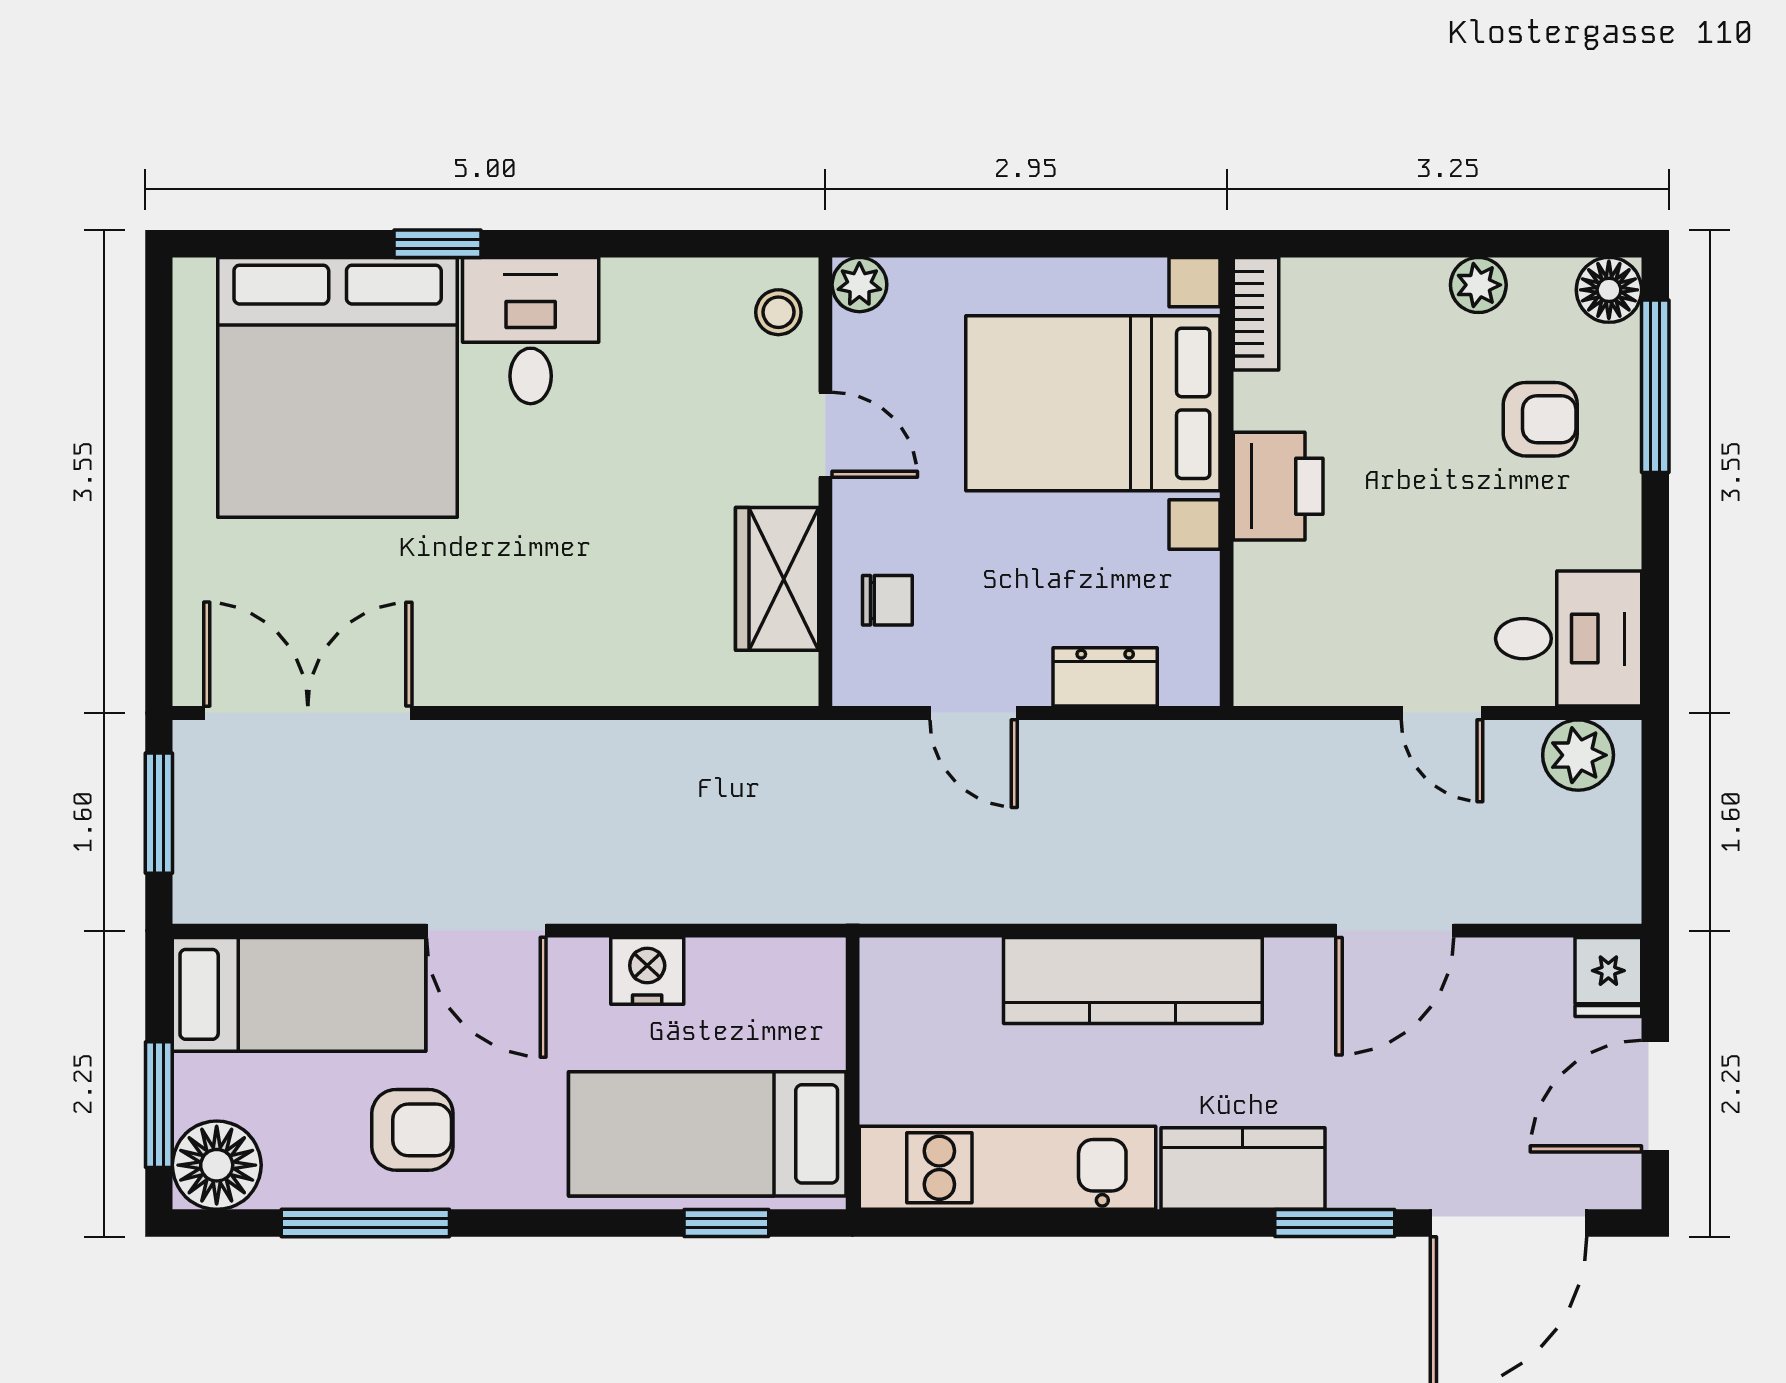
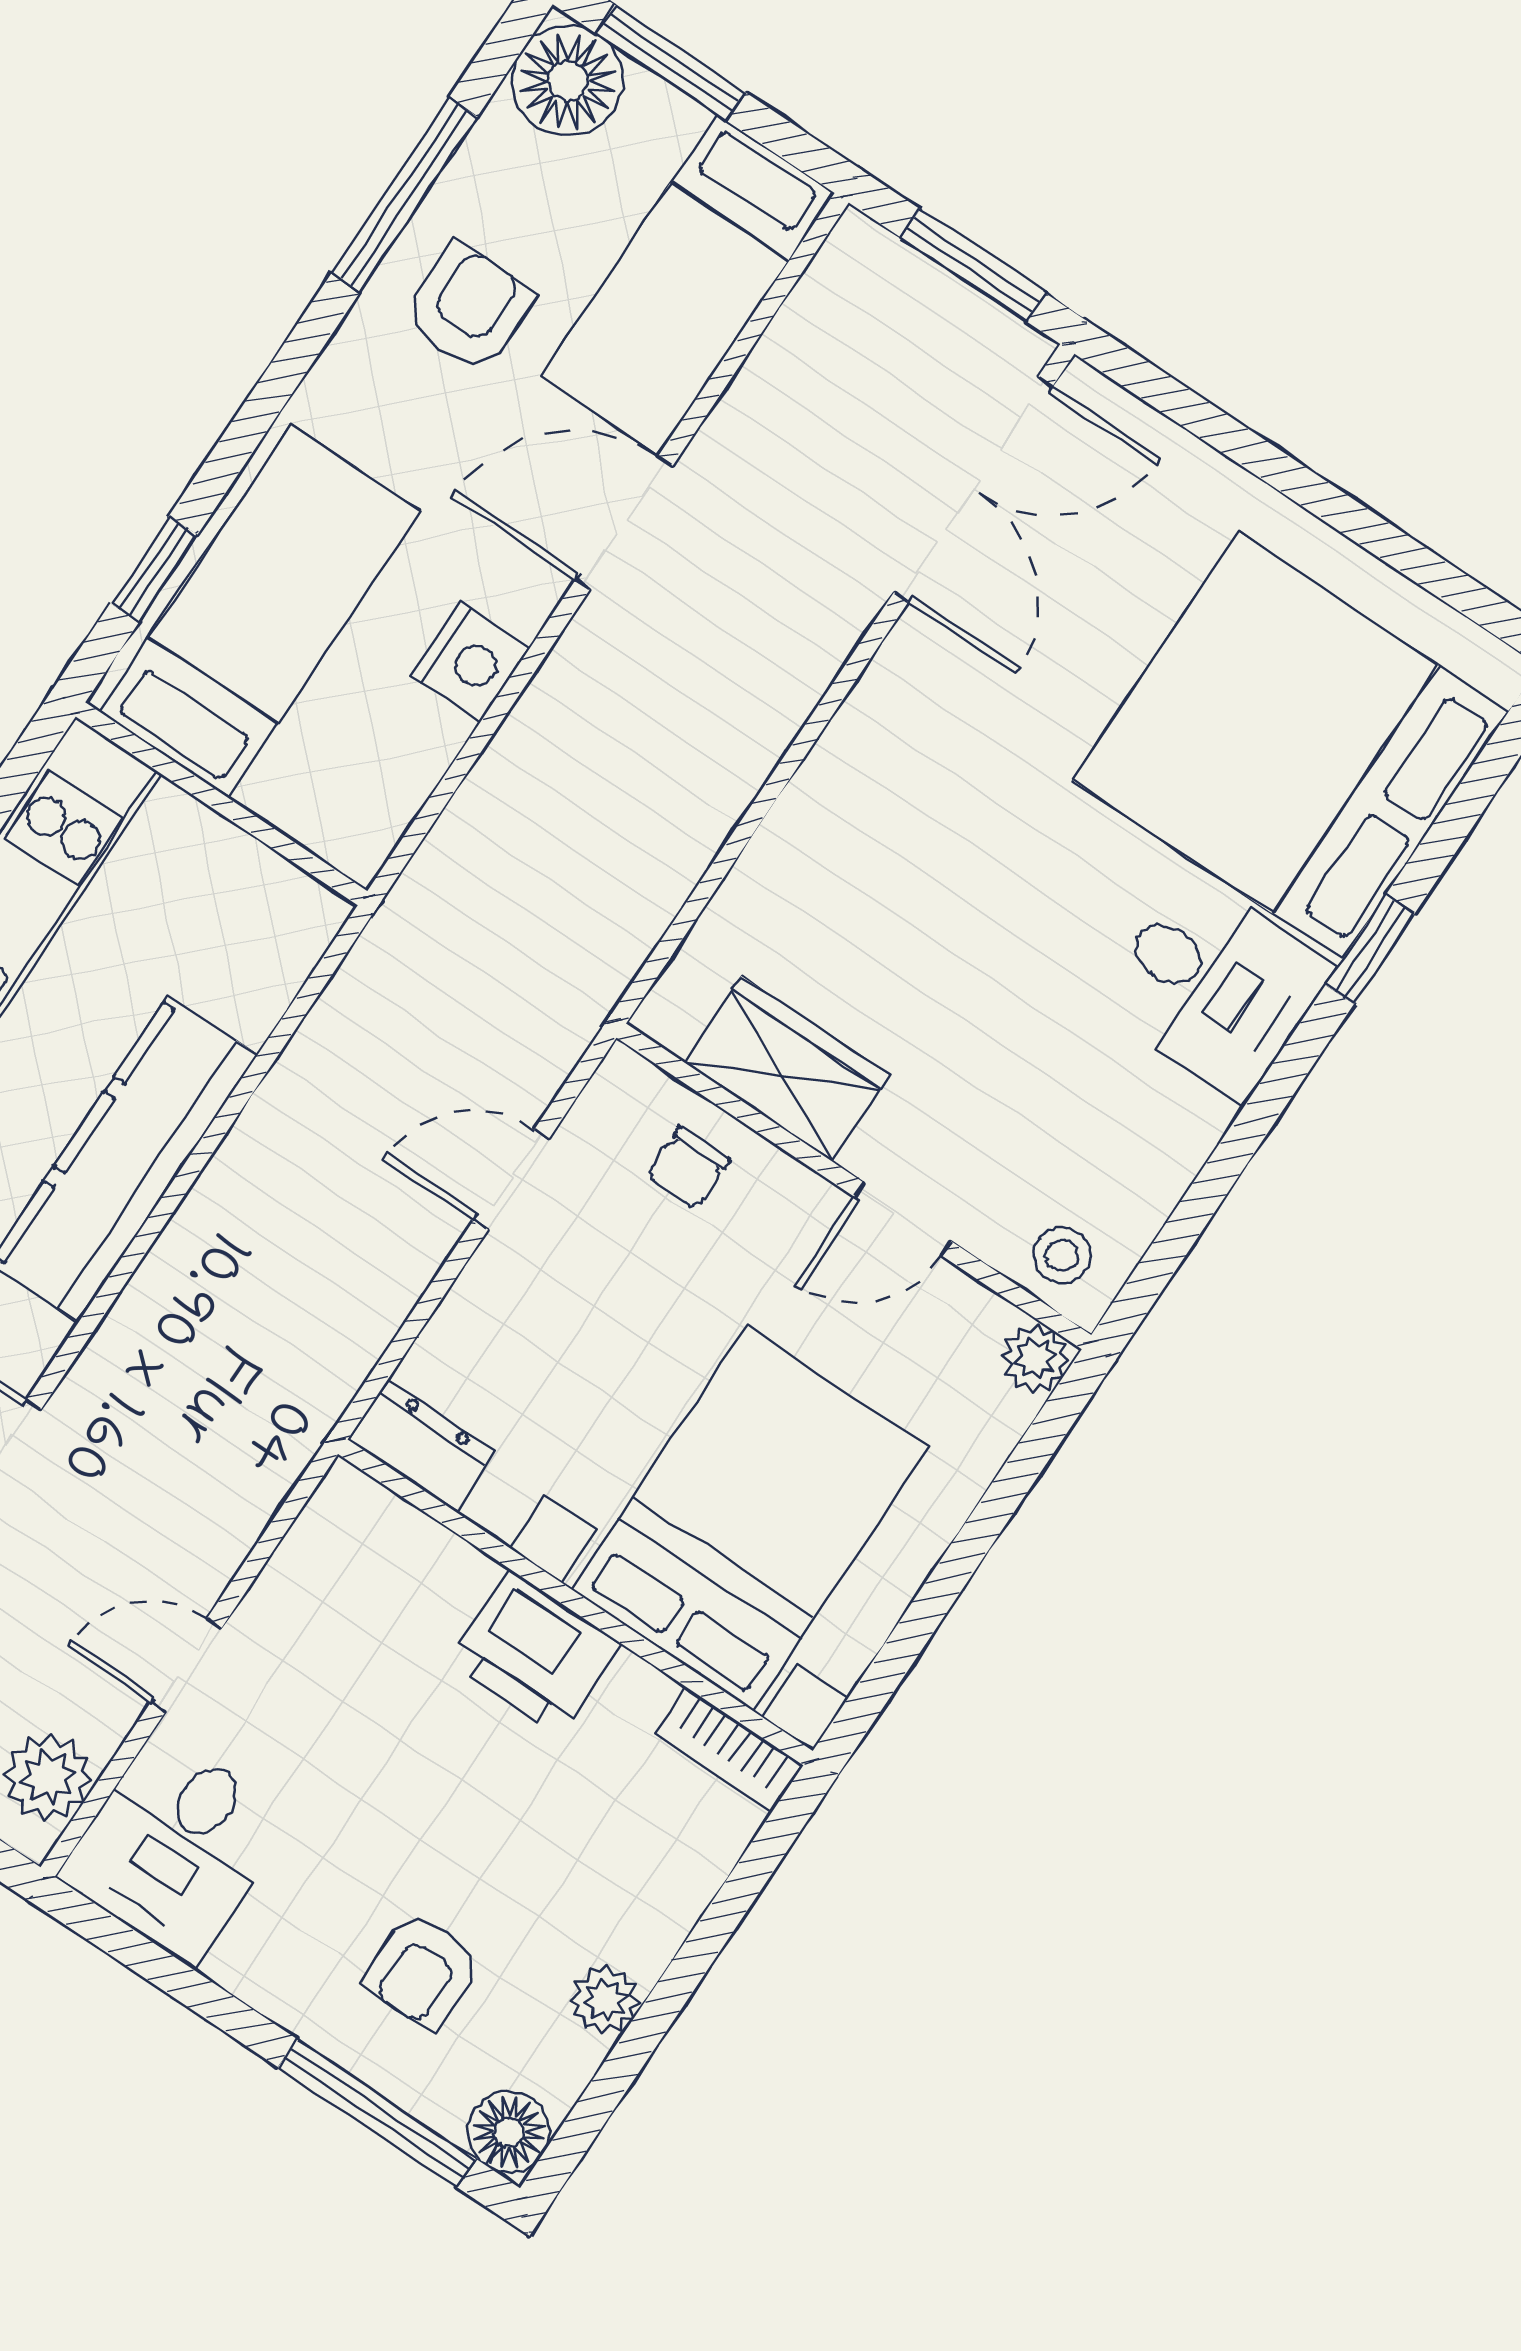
dresser: (1105, 677) -> (422, 1445), moved, turned -90
armchair: (412, 1130) -> (469, 308), turned 180

